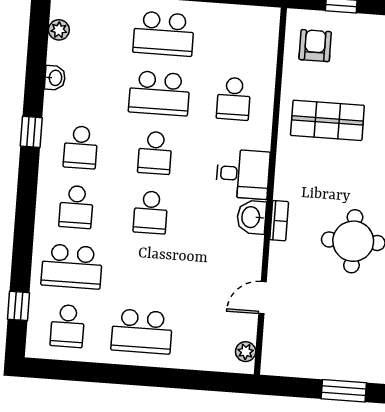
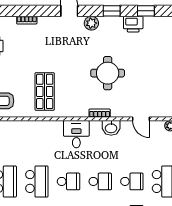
school desk: (234, 99) -> (132, 181), moved
washbasin: (252, 217) -> (111, 128), moved

